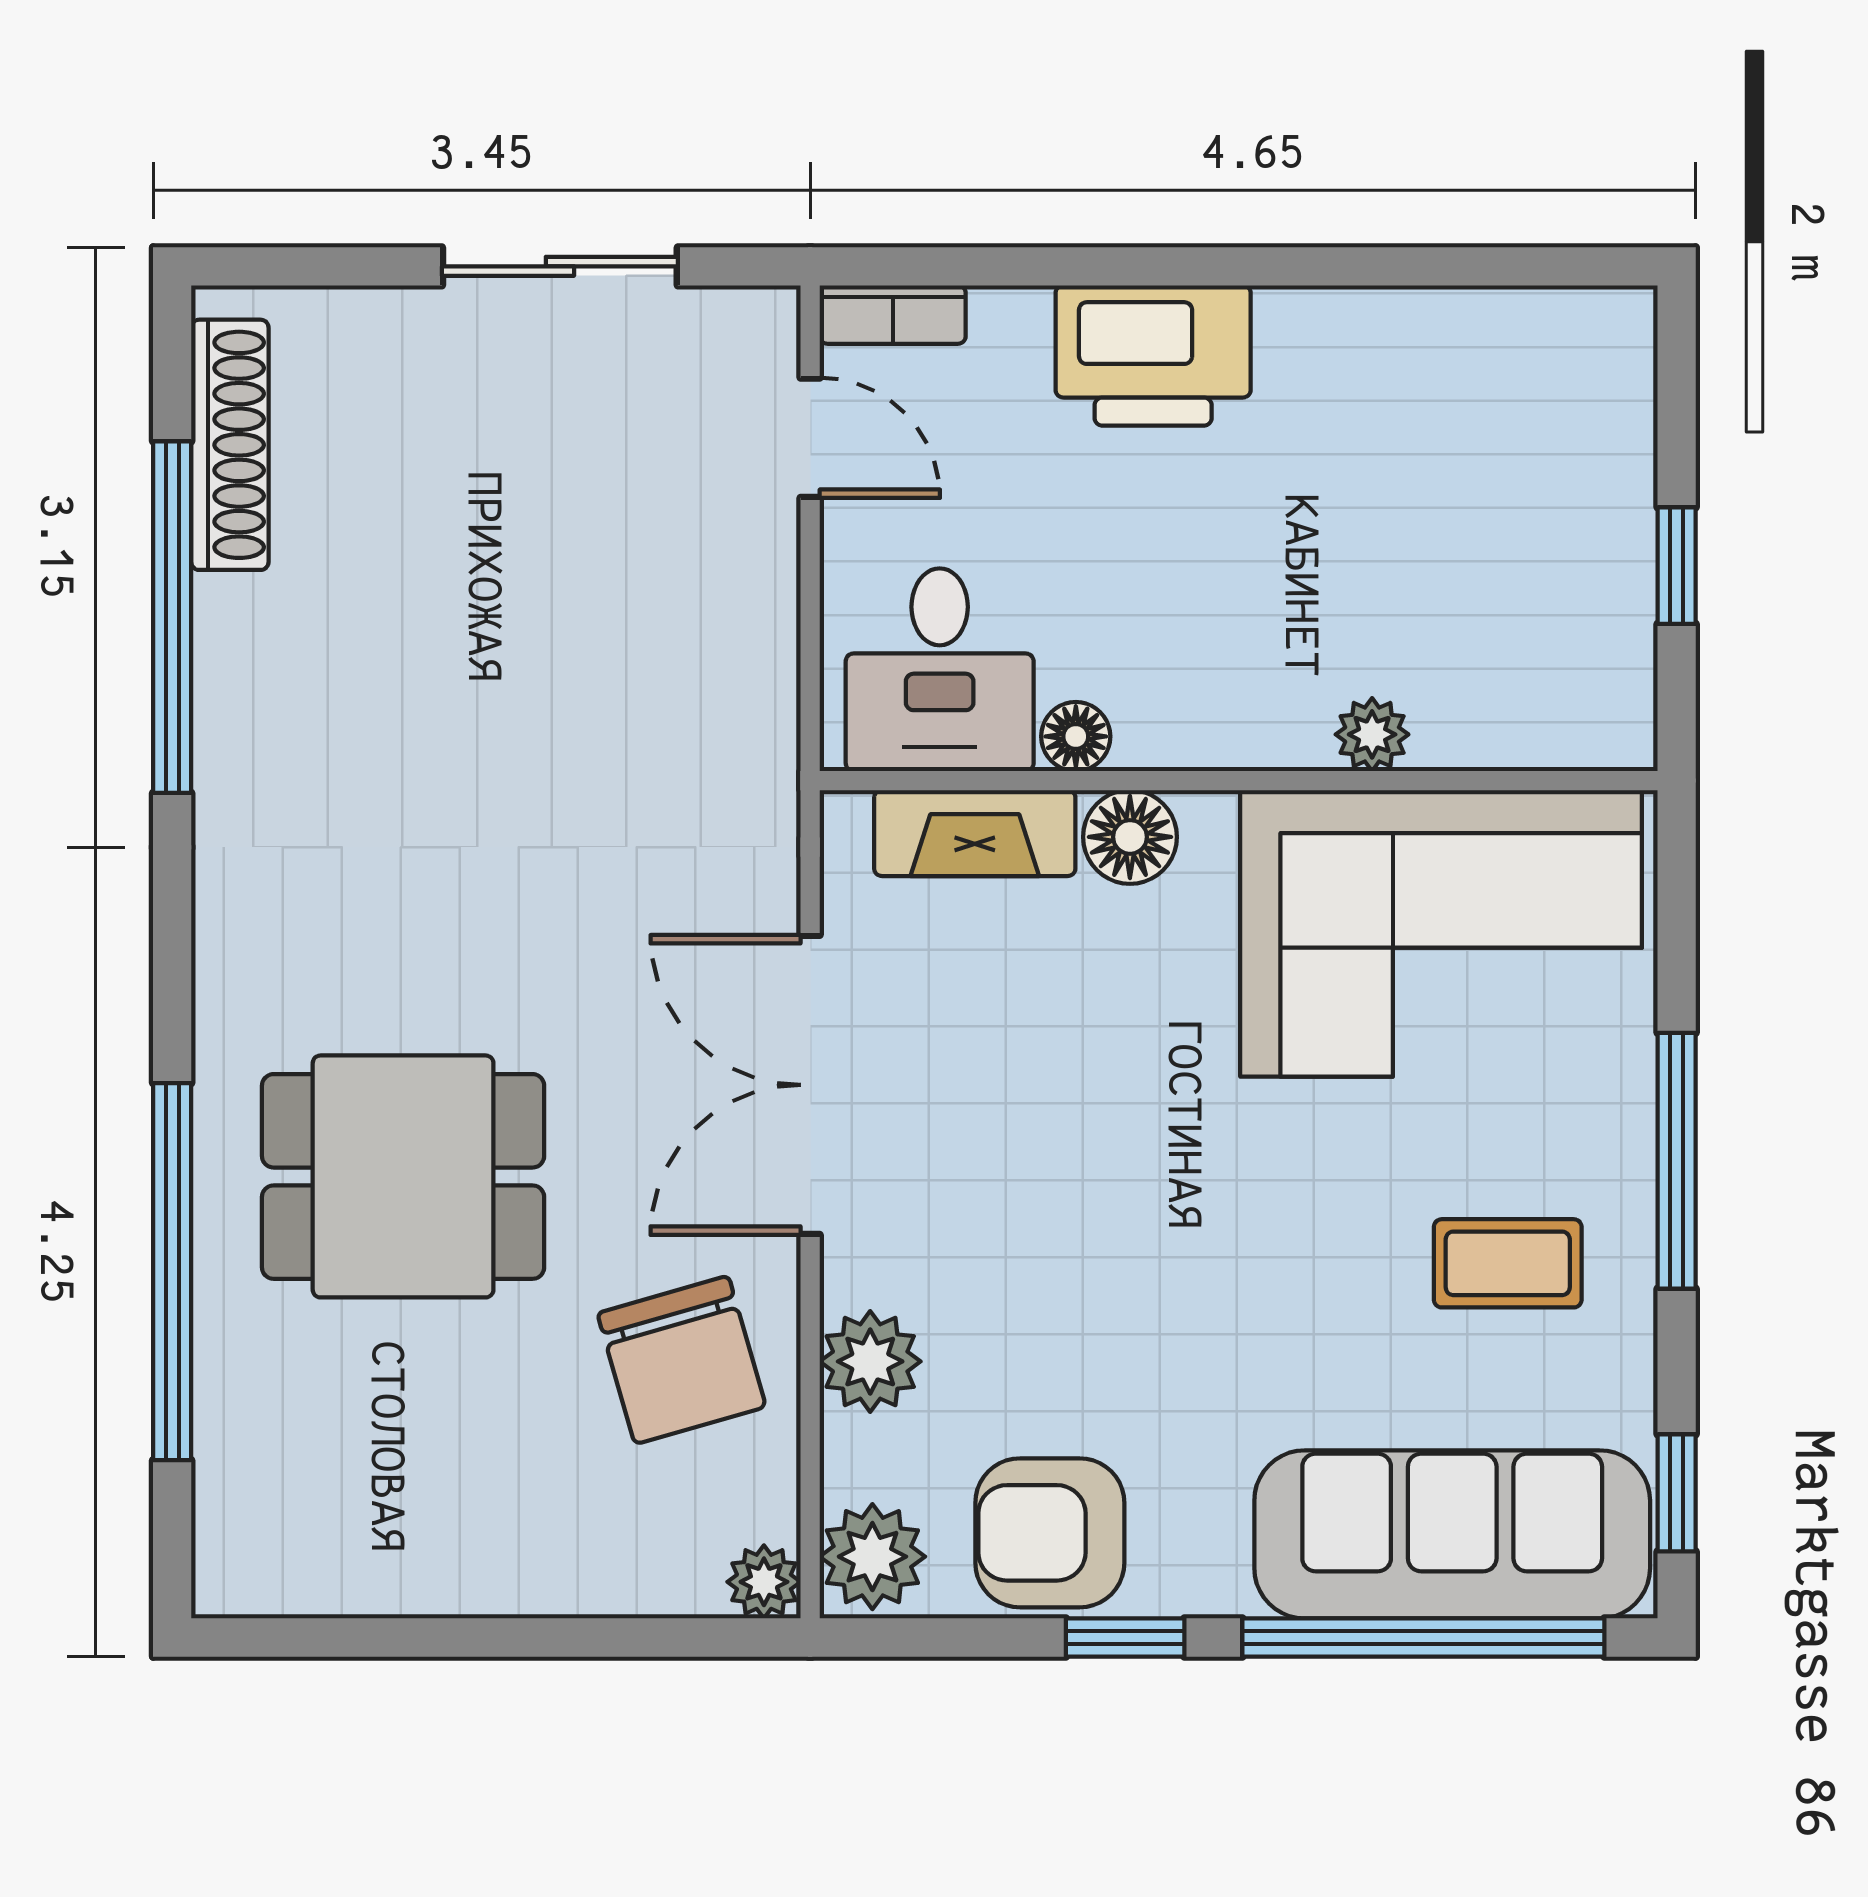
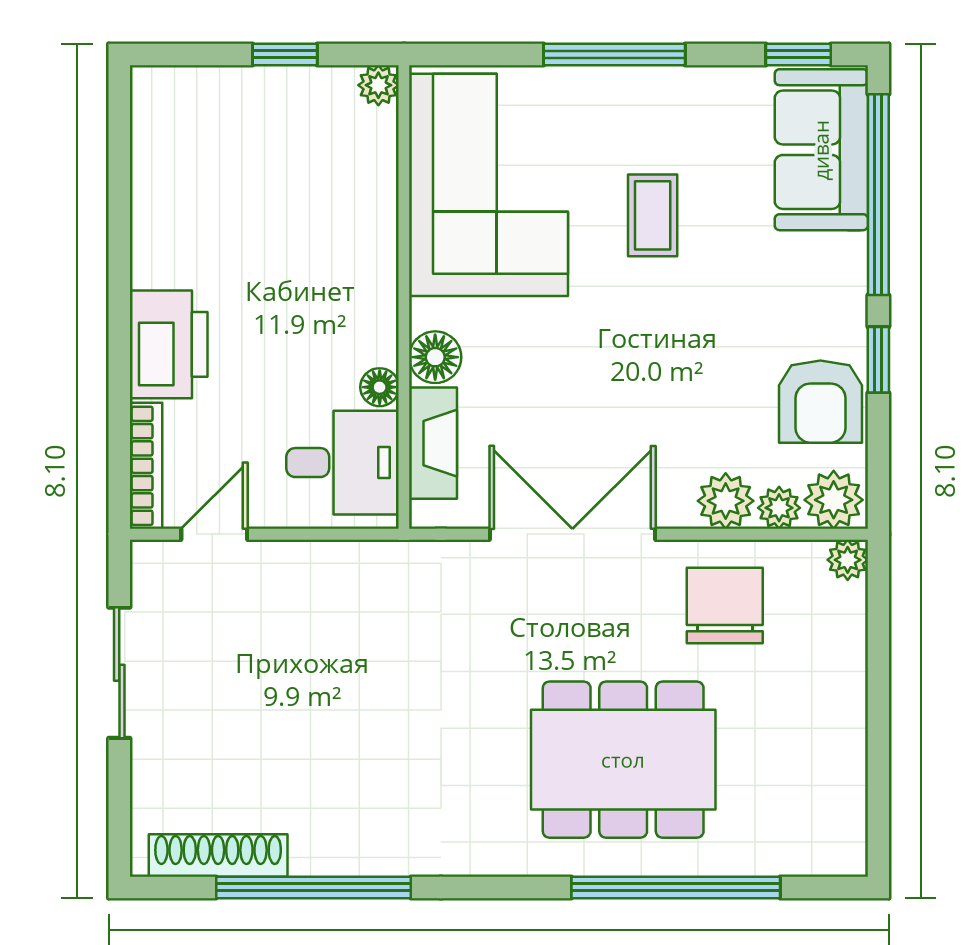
bookcase: (893, 315) -> (146, 466), width x1.56
plant: (1372, 734) -> (378, 85), moved
double door: (810, 1085) -> (572, 534), swing flipped
dining table: (403, 1176) -> (623, 760), width x1.38
coffee table: (1508, 1263) -> (653, 215), moved
chair: (682, 1360) -> (725, 605), turned -74
plant: (858, 1458) -> (779, 508), added
sofa: (1452, 1534) -> (821, 150), width x0.73

